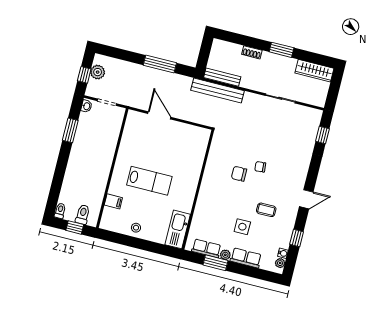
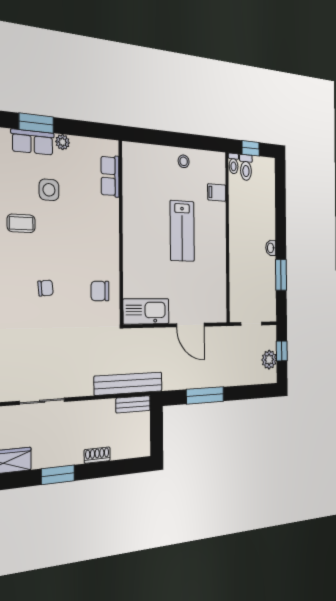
bench: (222, 77) -> (133, 404), width x0.73
washbasin: (86, 106) -> (271, 248), moved
chair: (239, 174) -> (100, 291), moved, turned 180
lab bench: (149, 181) -> (182, 231), turned -90
toilet: (60, 211) -> (234, 164), moved
kitchen sink: (178, 229) -> (146, 311), moved, turned -90
row of seats: (206, 248) -> (110, 176), moved, turned 90
window: (215, 263) -> (36, 123), moved

